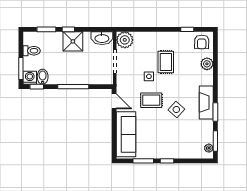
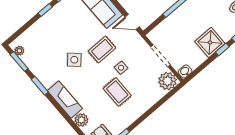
washbasin: (102, 38) -> (185, 71), width x0.52, depth x0.69
fireplace: (206, 102) -> (65, 100), moved

